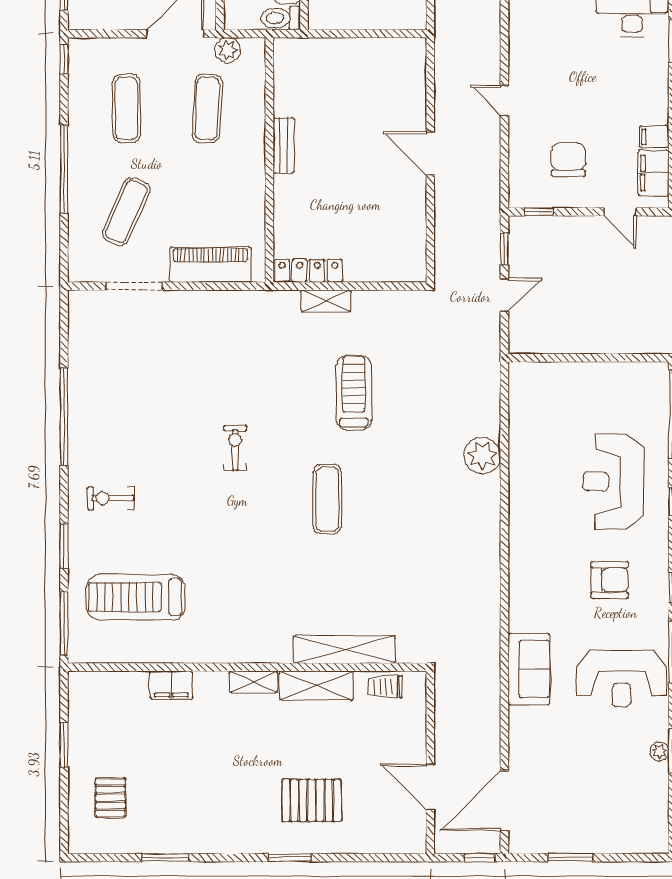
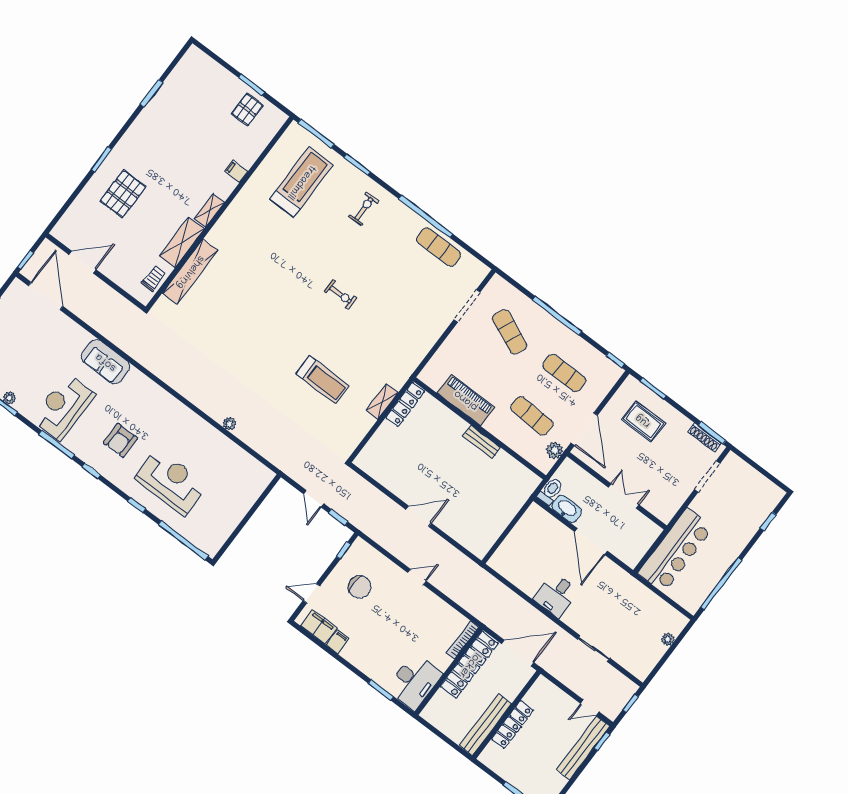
piano: (210, 265) -> (466, 400), moved, turned -90
plant: (482, 456) -> (229, 424), width x0.53, depth x0.53
exercise mat: (327, 499) -> (439, 247), moved
filing cabinet: (171, 685) -> (236, 171), width x0.50
pallet: (110, 798) -> (247, 110), moved, turned 90

